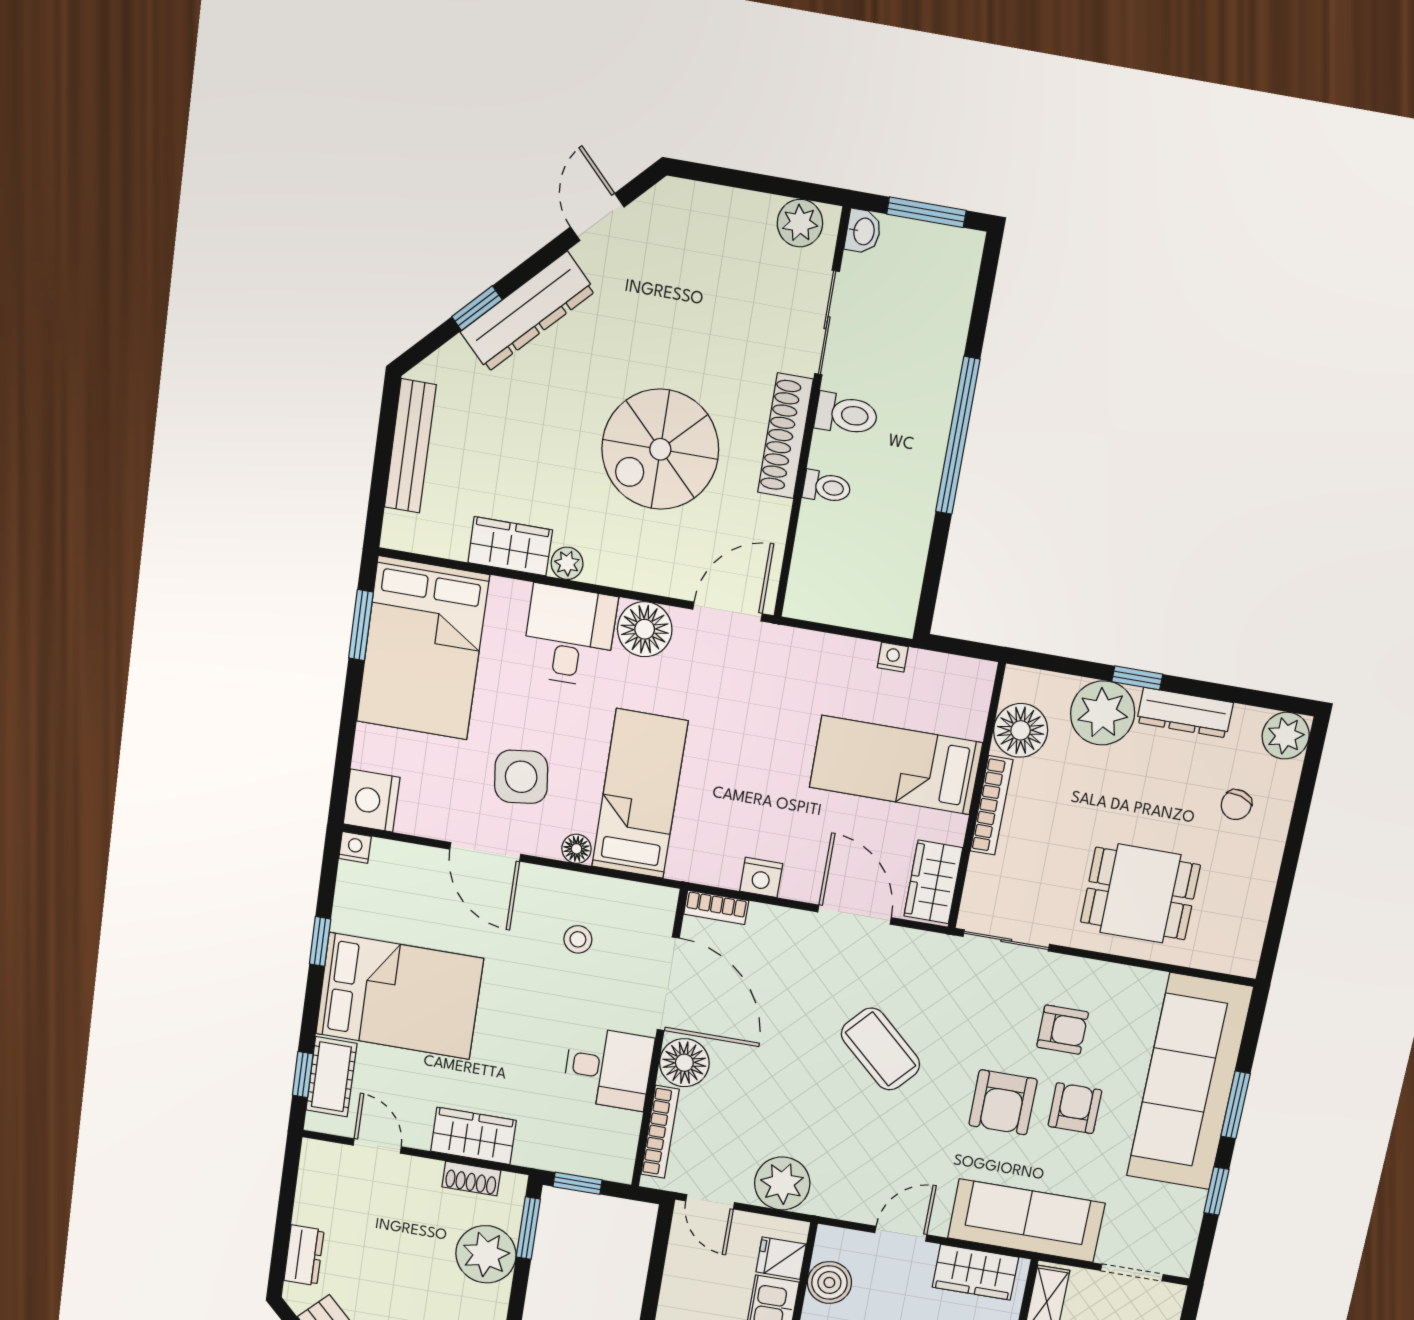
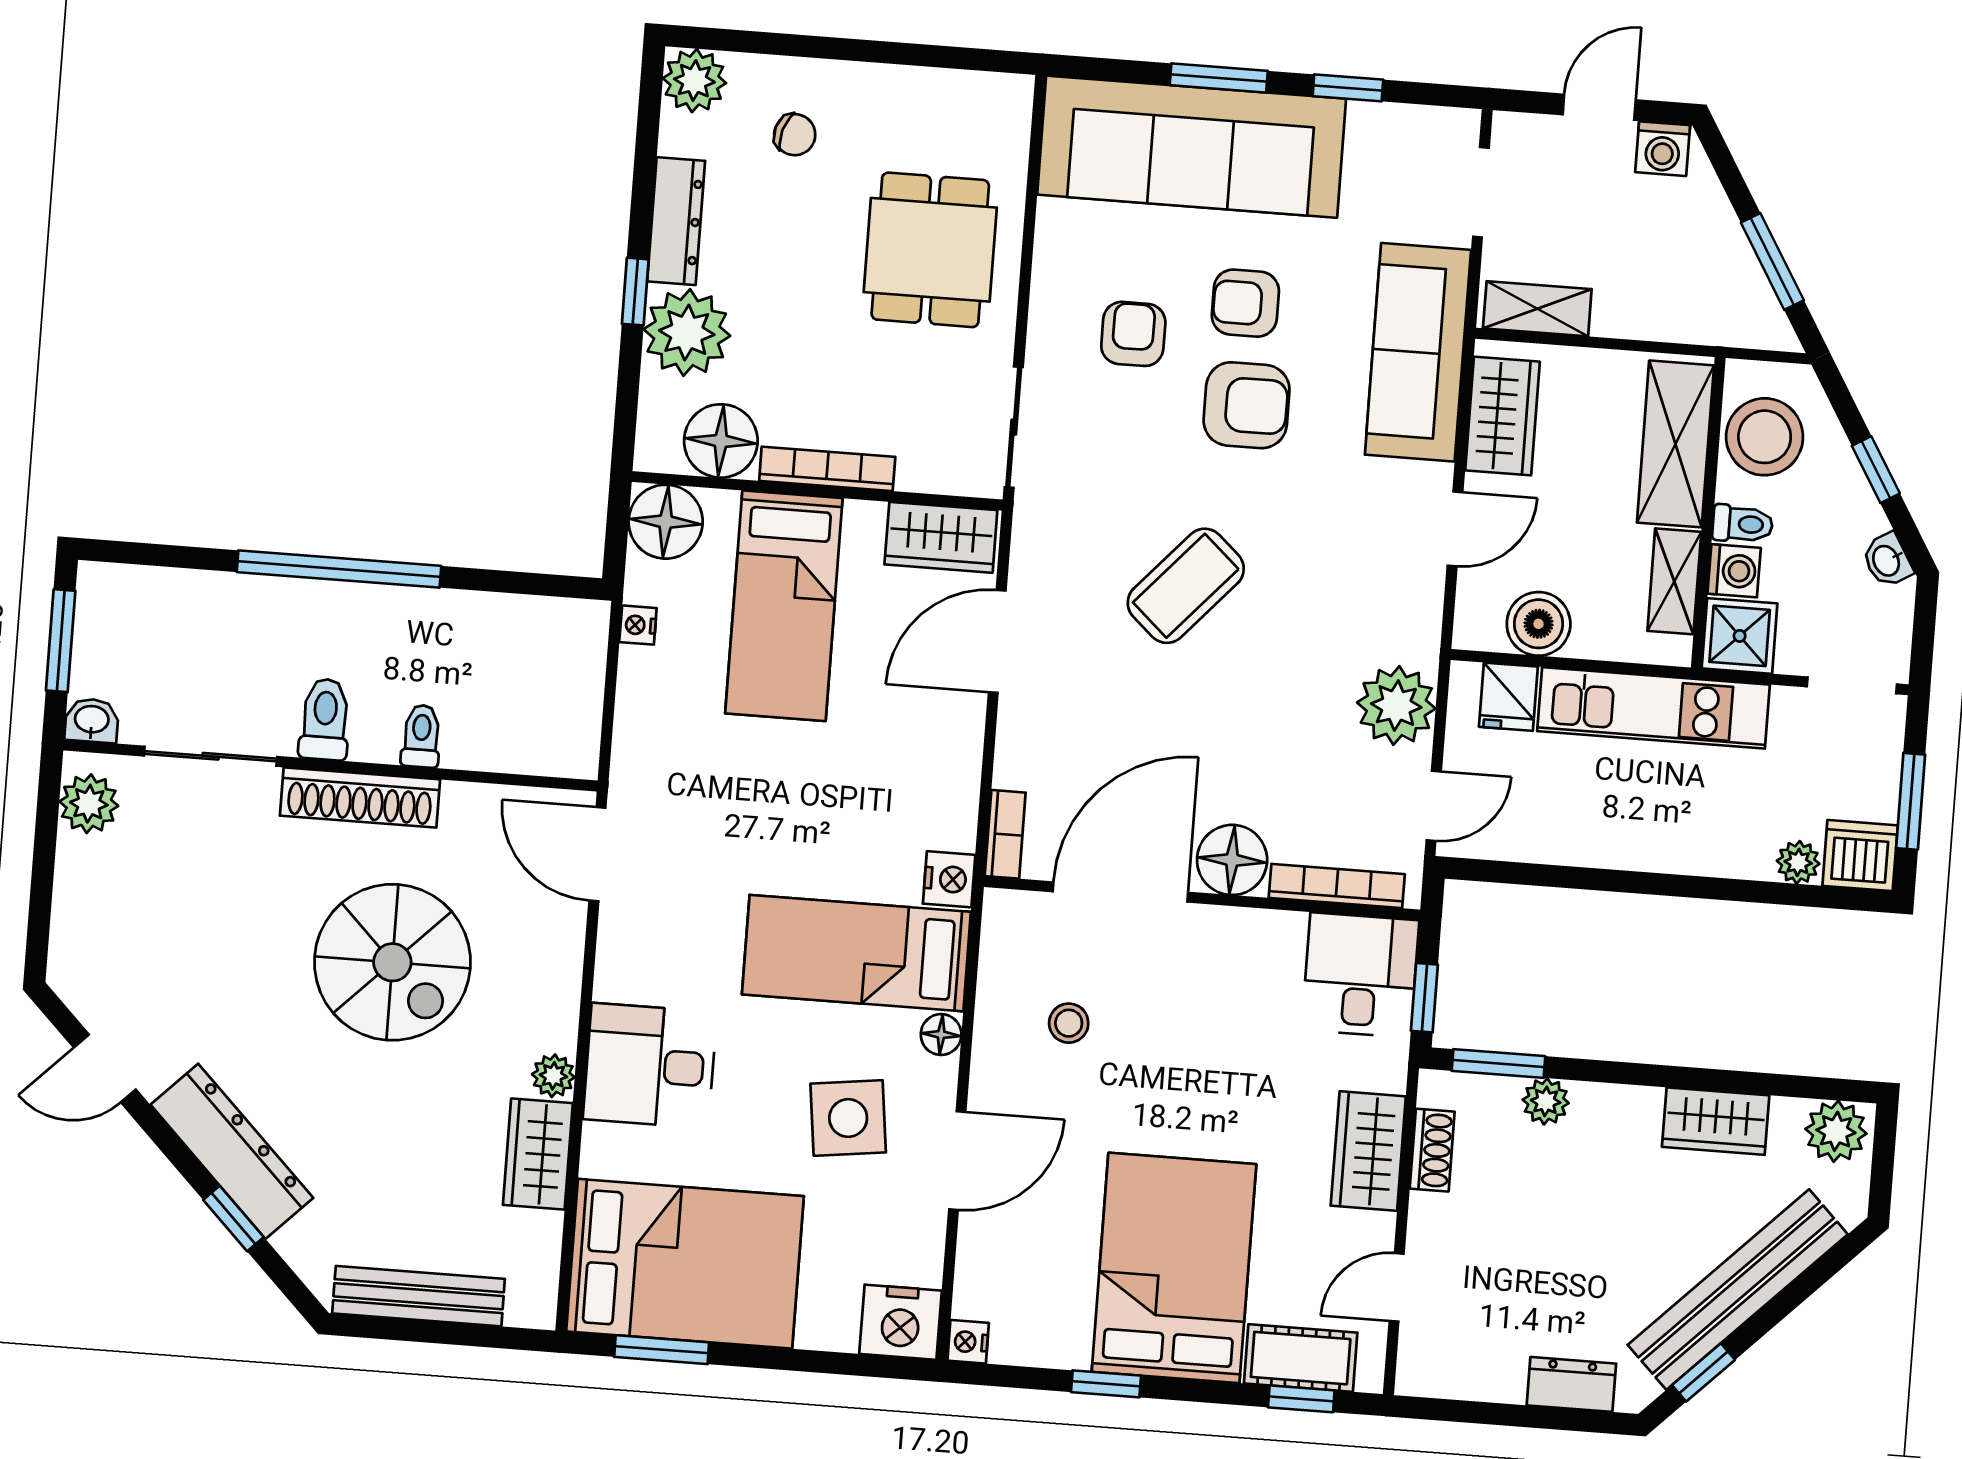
floor lamp: (645, 629) -> (666, 522), moved
nightstand: (761, 877) -> (949, 879), moved
desk: (608, 1068) -> (1360, 975), moved
door: (901, 1234) -> (1455, 529), swing flipped
plant: (486, 1254) -> (1546, 1101), width x0.53, depth x0.53

